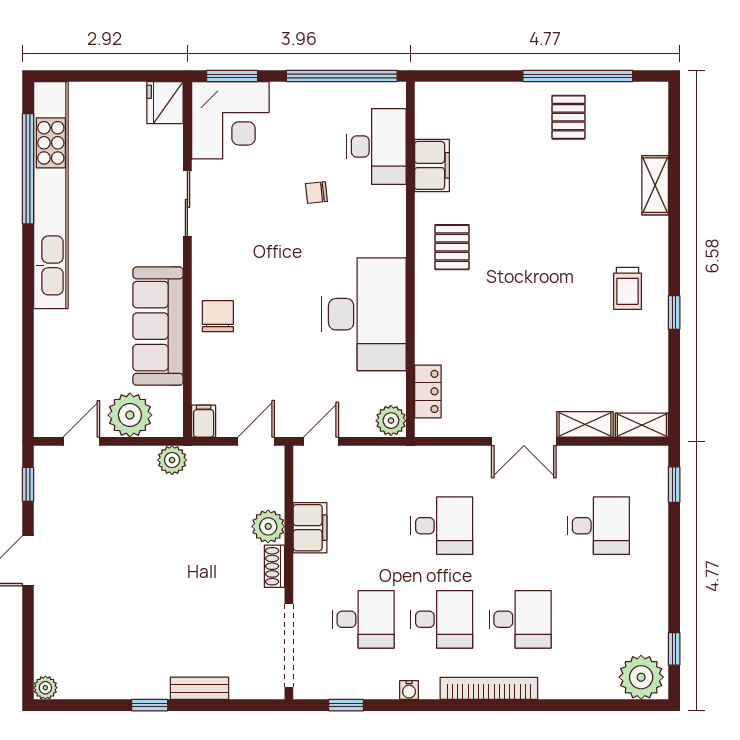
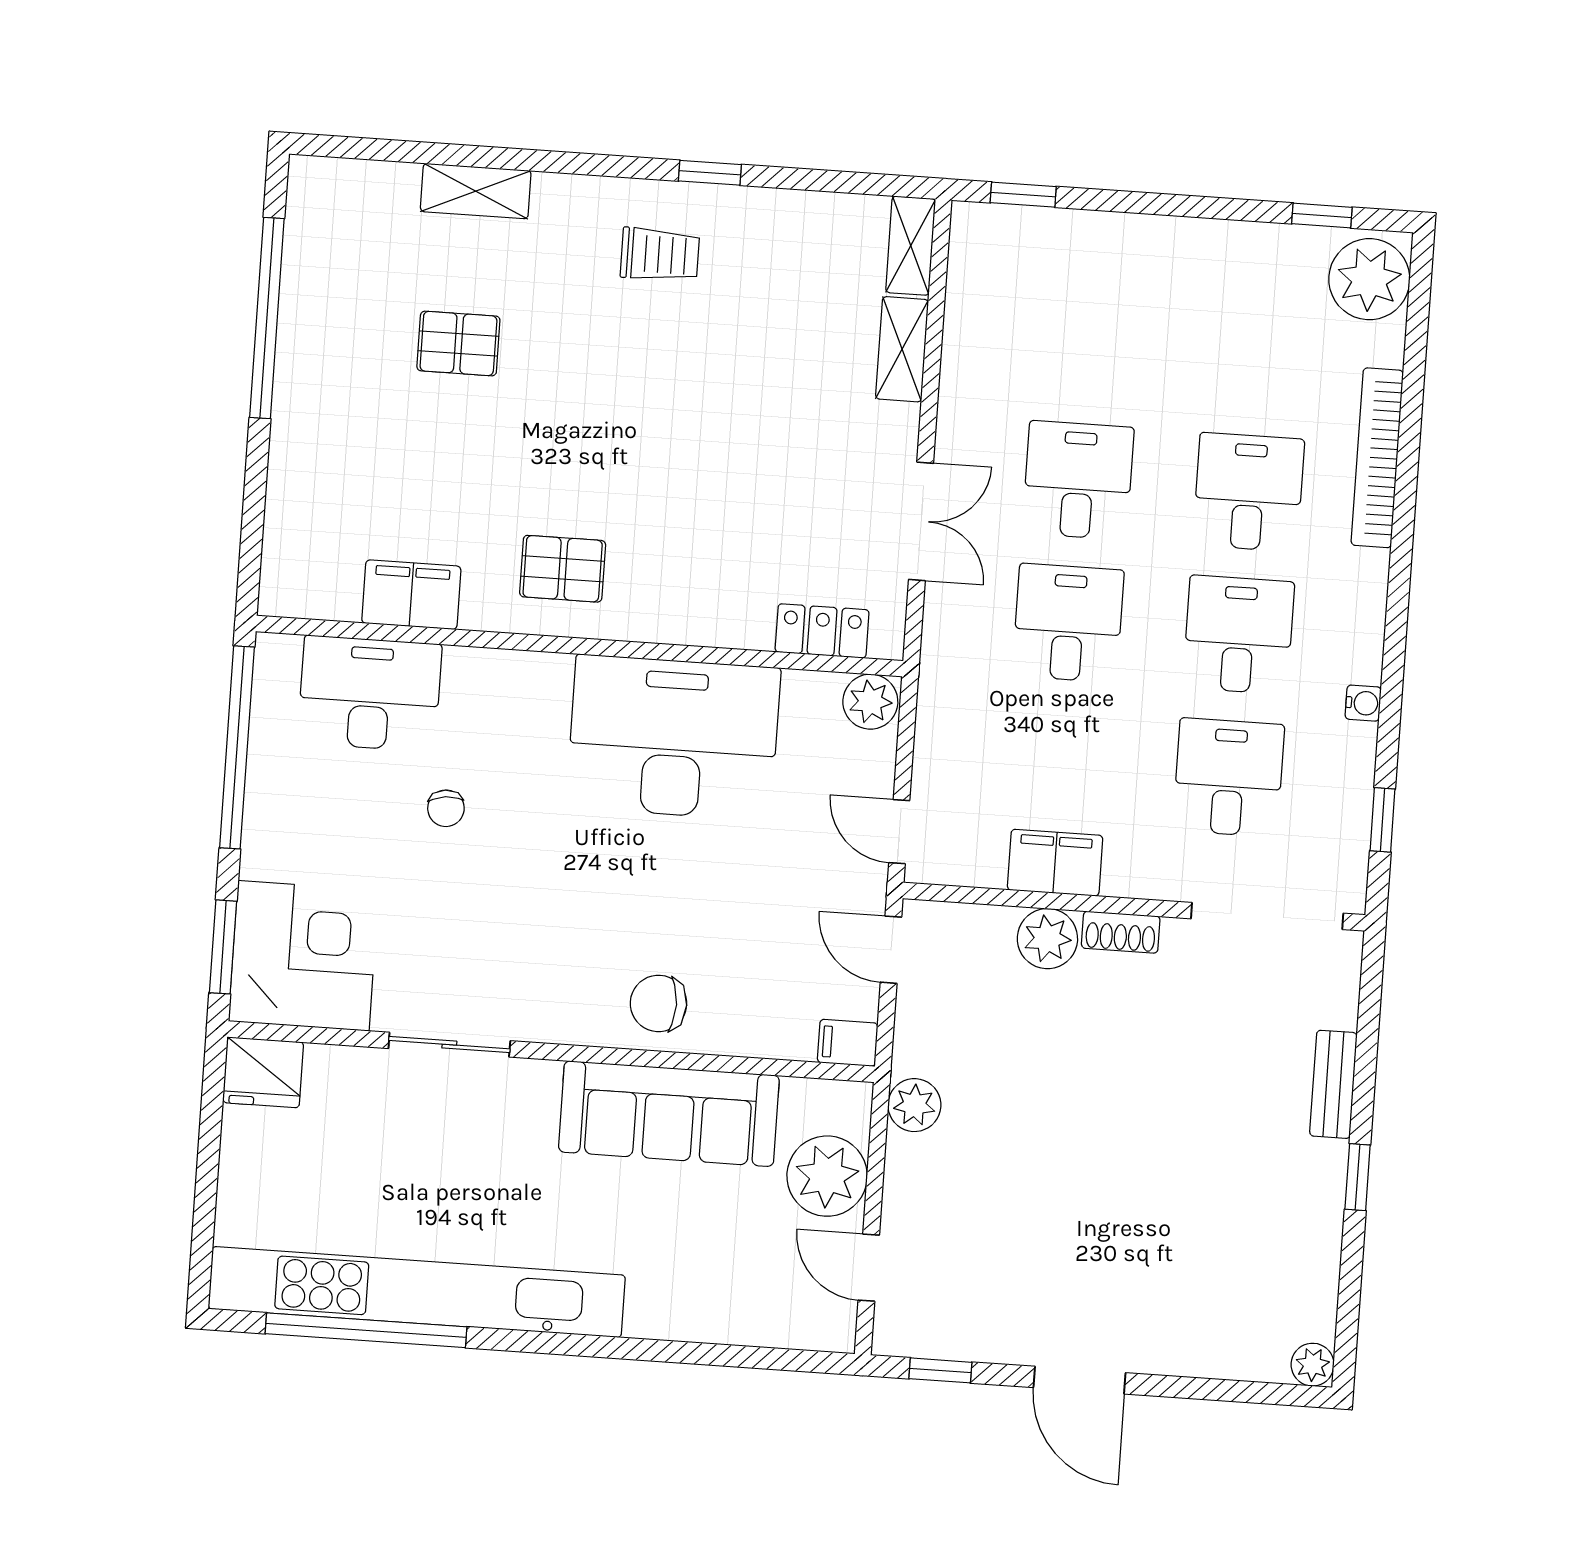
pallet: (569, 117) -> (458, 343), moved
double door: (524, 441) -> (921, 521), moved
desk: (598, 526) -> (1078, 480), moved
bookcase: (489, 688) -> (1377, 458), moved

